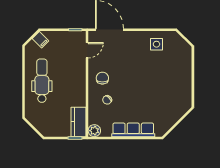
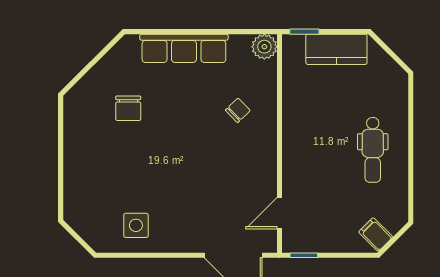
chair: (102, 78) -> (128, 108), moved
dental chair: (42, 81) -> (373, 150), width x0.73, depth x0.72
kitchen counter: (78, 122) -> (336, 49), moved, turned 90

